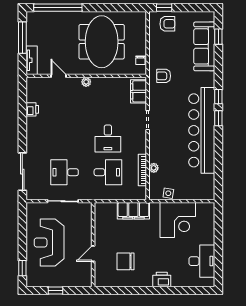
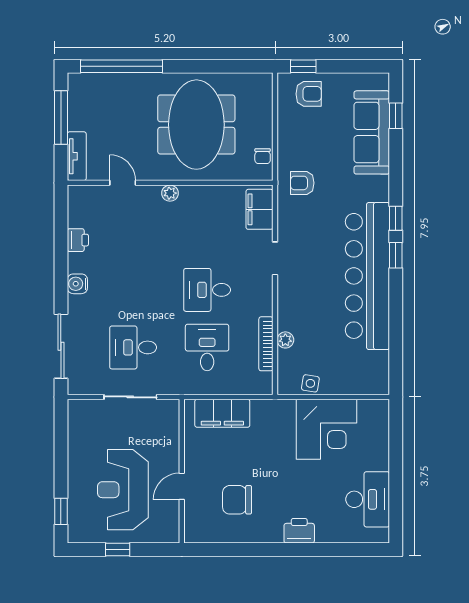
water cooler: (32, 135) -> (77, 284), added
desk: (108, 139) -> (207, 290), turned 90
desk: (108, 172) -> (207, 347), turned -90
filing cabinet: (133, 211) -> (222, 413), moved
reception desk: (49, 242) -> (123, 490), moved

